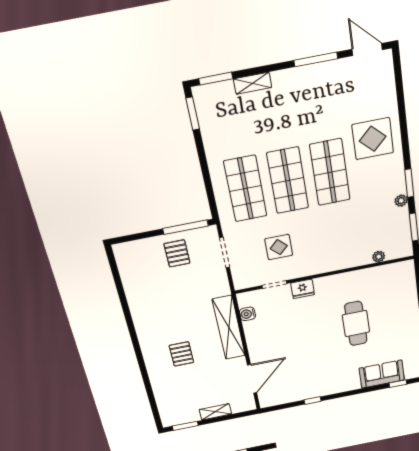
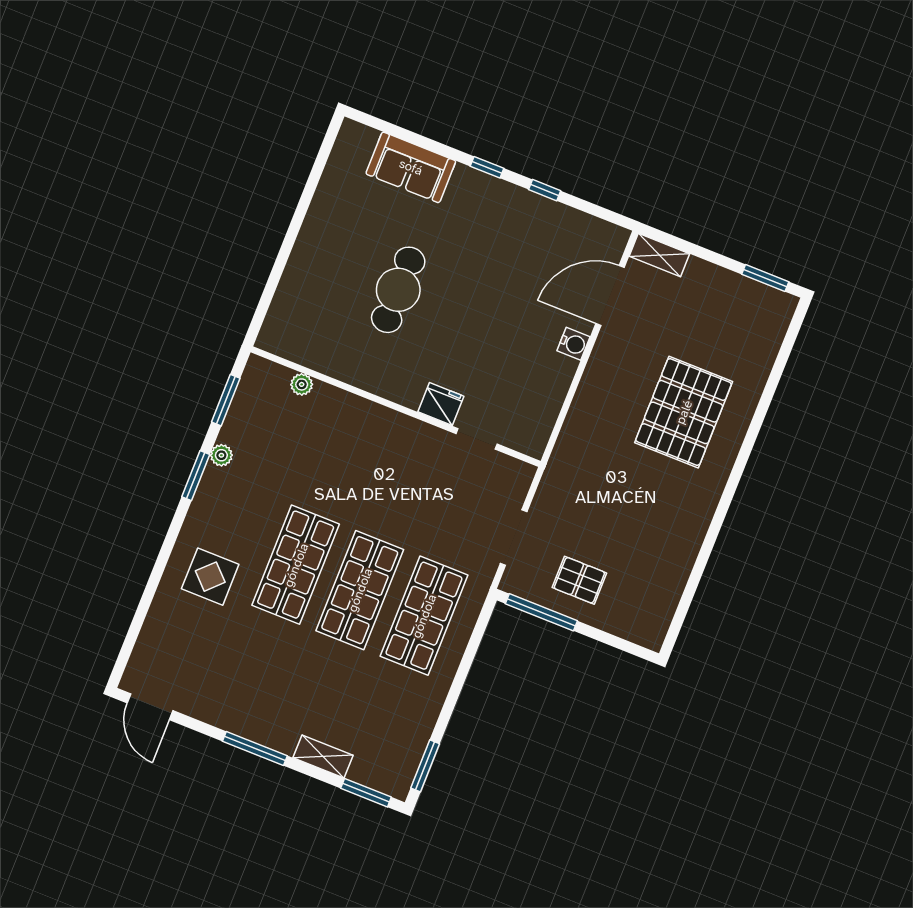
window: (316, 59) -> (255, 749), moved
display table: (373, 139) -> (210, 577), width x0.73, depth x0.73
display table: (279, 247) -> (434, 496), removed
pallet: (177, 253) -> (579, 580), turned 90
water cooler: (247, 314) -> (574, 344), moved
shelving: (229, 328) -> (586, 410), removed
pallet: (181, 354) -> (684, 412), width x2.05, depth x2.00
window: (398, 384) -> (487, 167), moved
shelving: (215, 412) -> (659, 255), moved

